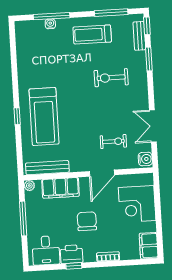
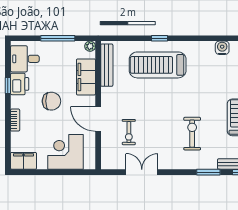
water cooler: (145, 159) -> (222, 48), moved, turned 180

